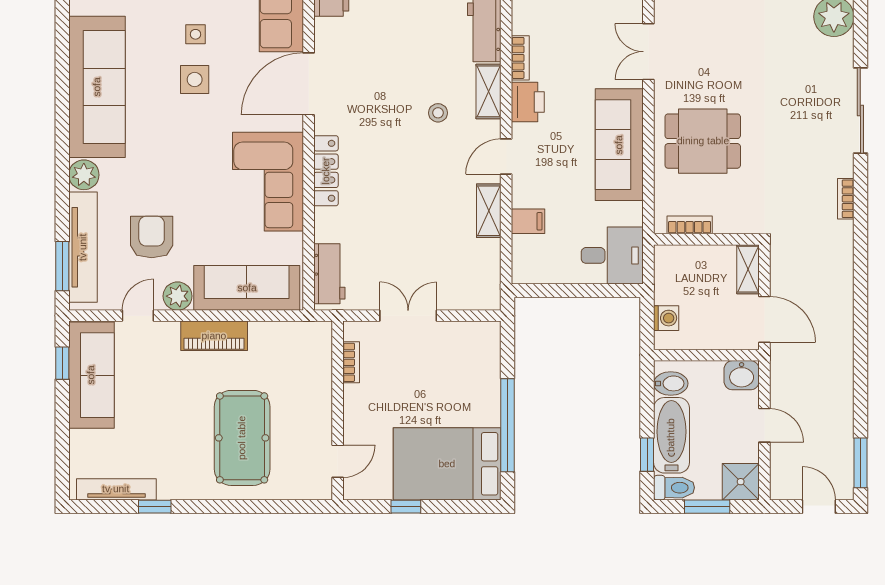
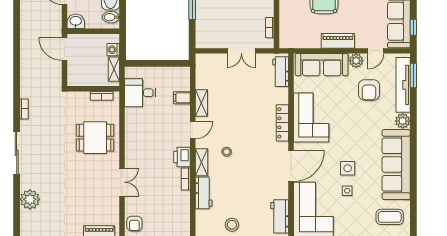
sofa: (619, 145) -> (137, 136), removed
desk: (612, 255) -> (140, 93), moved
shelving: (748, 269) -> (114, 69), moved

